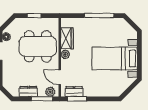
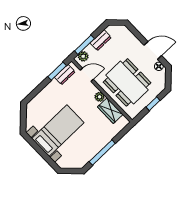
dining table: (38, 46) -> (127, 82), turned 90

